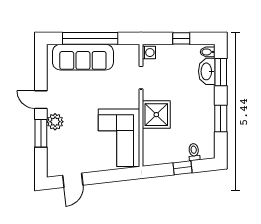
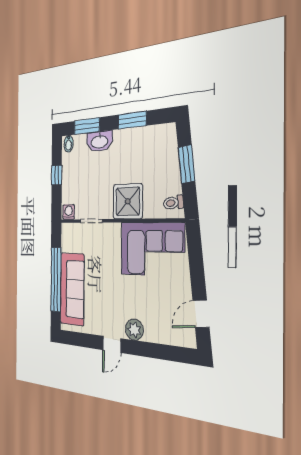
washbasin: (207, 71) -> (99, 141), moved
window: (41, 133) -> (147, 350), removed
toilet: (194, 152) -> (173, 203), moved
window: (183, 168) -> (187, 164), width x1.50
door: (73, 180) -> (201, 314), swing flipped

